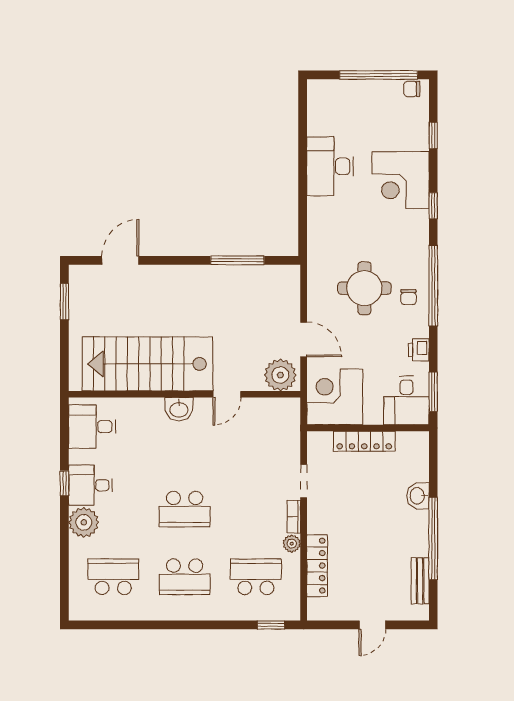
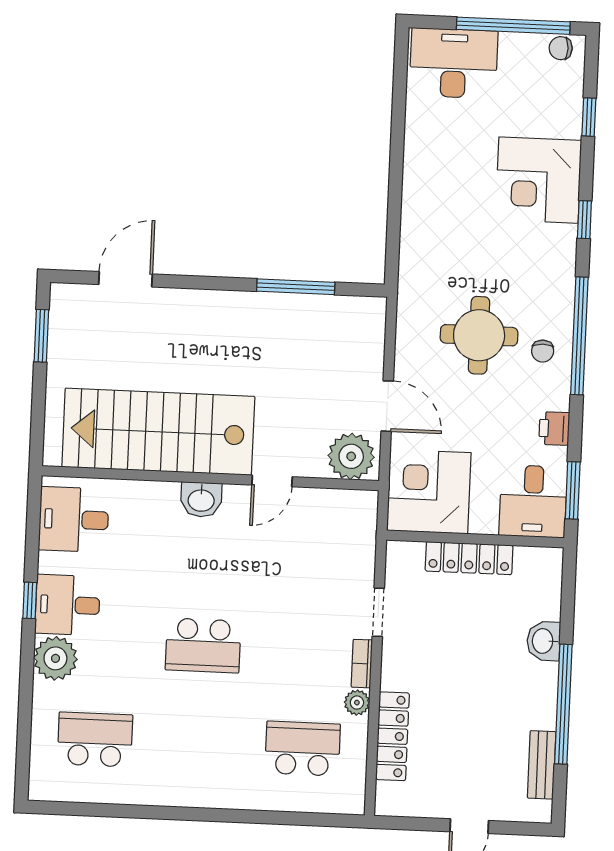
desk: (330, 166) -> (454, 63), moved, turned 90
school desk: (185, 577) -> (199, 744), removed
window: (271, 625) -> (322, 820), removed

